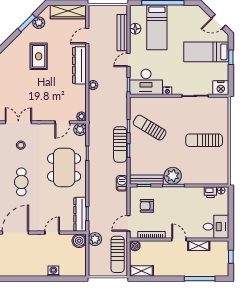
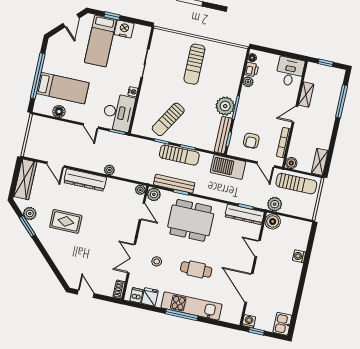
bench: (122, 33) -> (174, 184), moved
nightstand: (221, 88) -> (124, 29), moved, turned -90
barbecue: (122, 183) -> (228, 167), width x1.88, depth x1.53
plant: (199, 191) -> (248, 82), added

